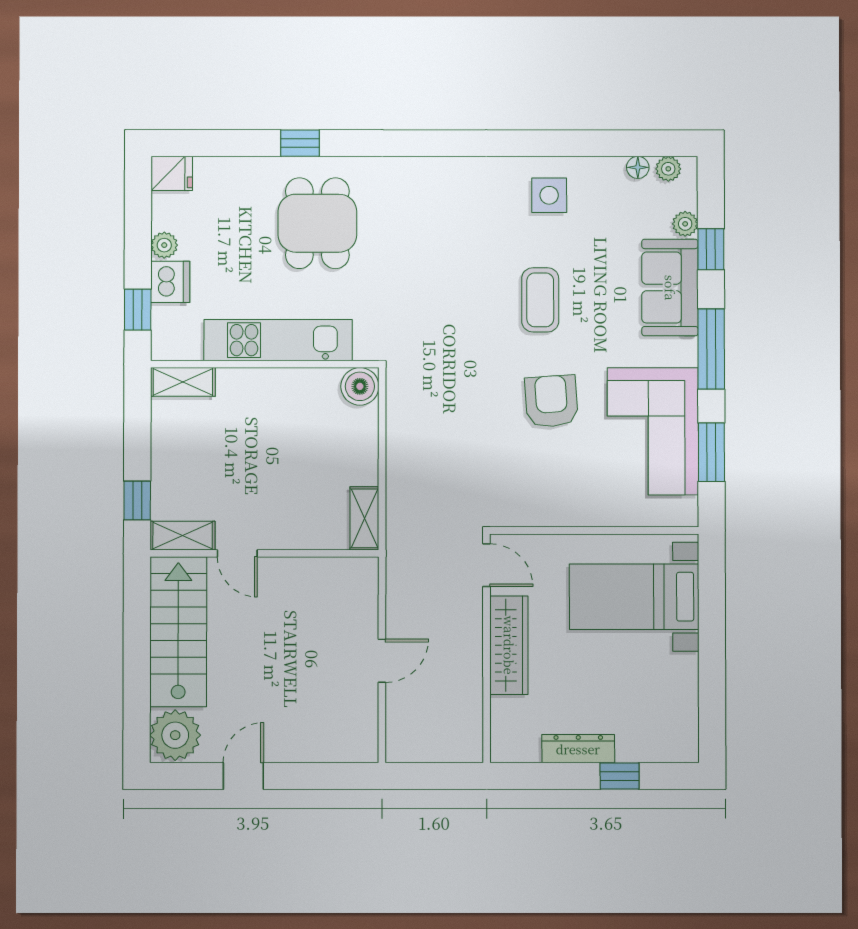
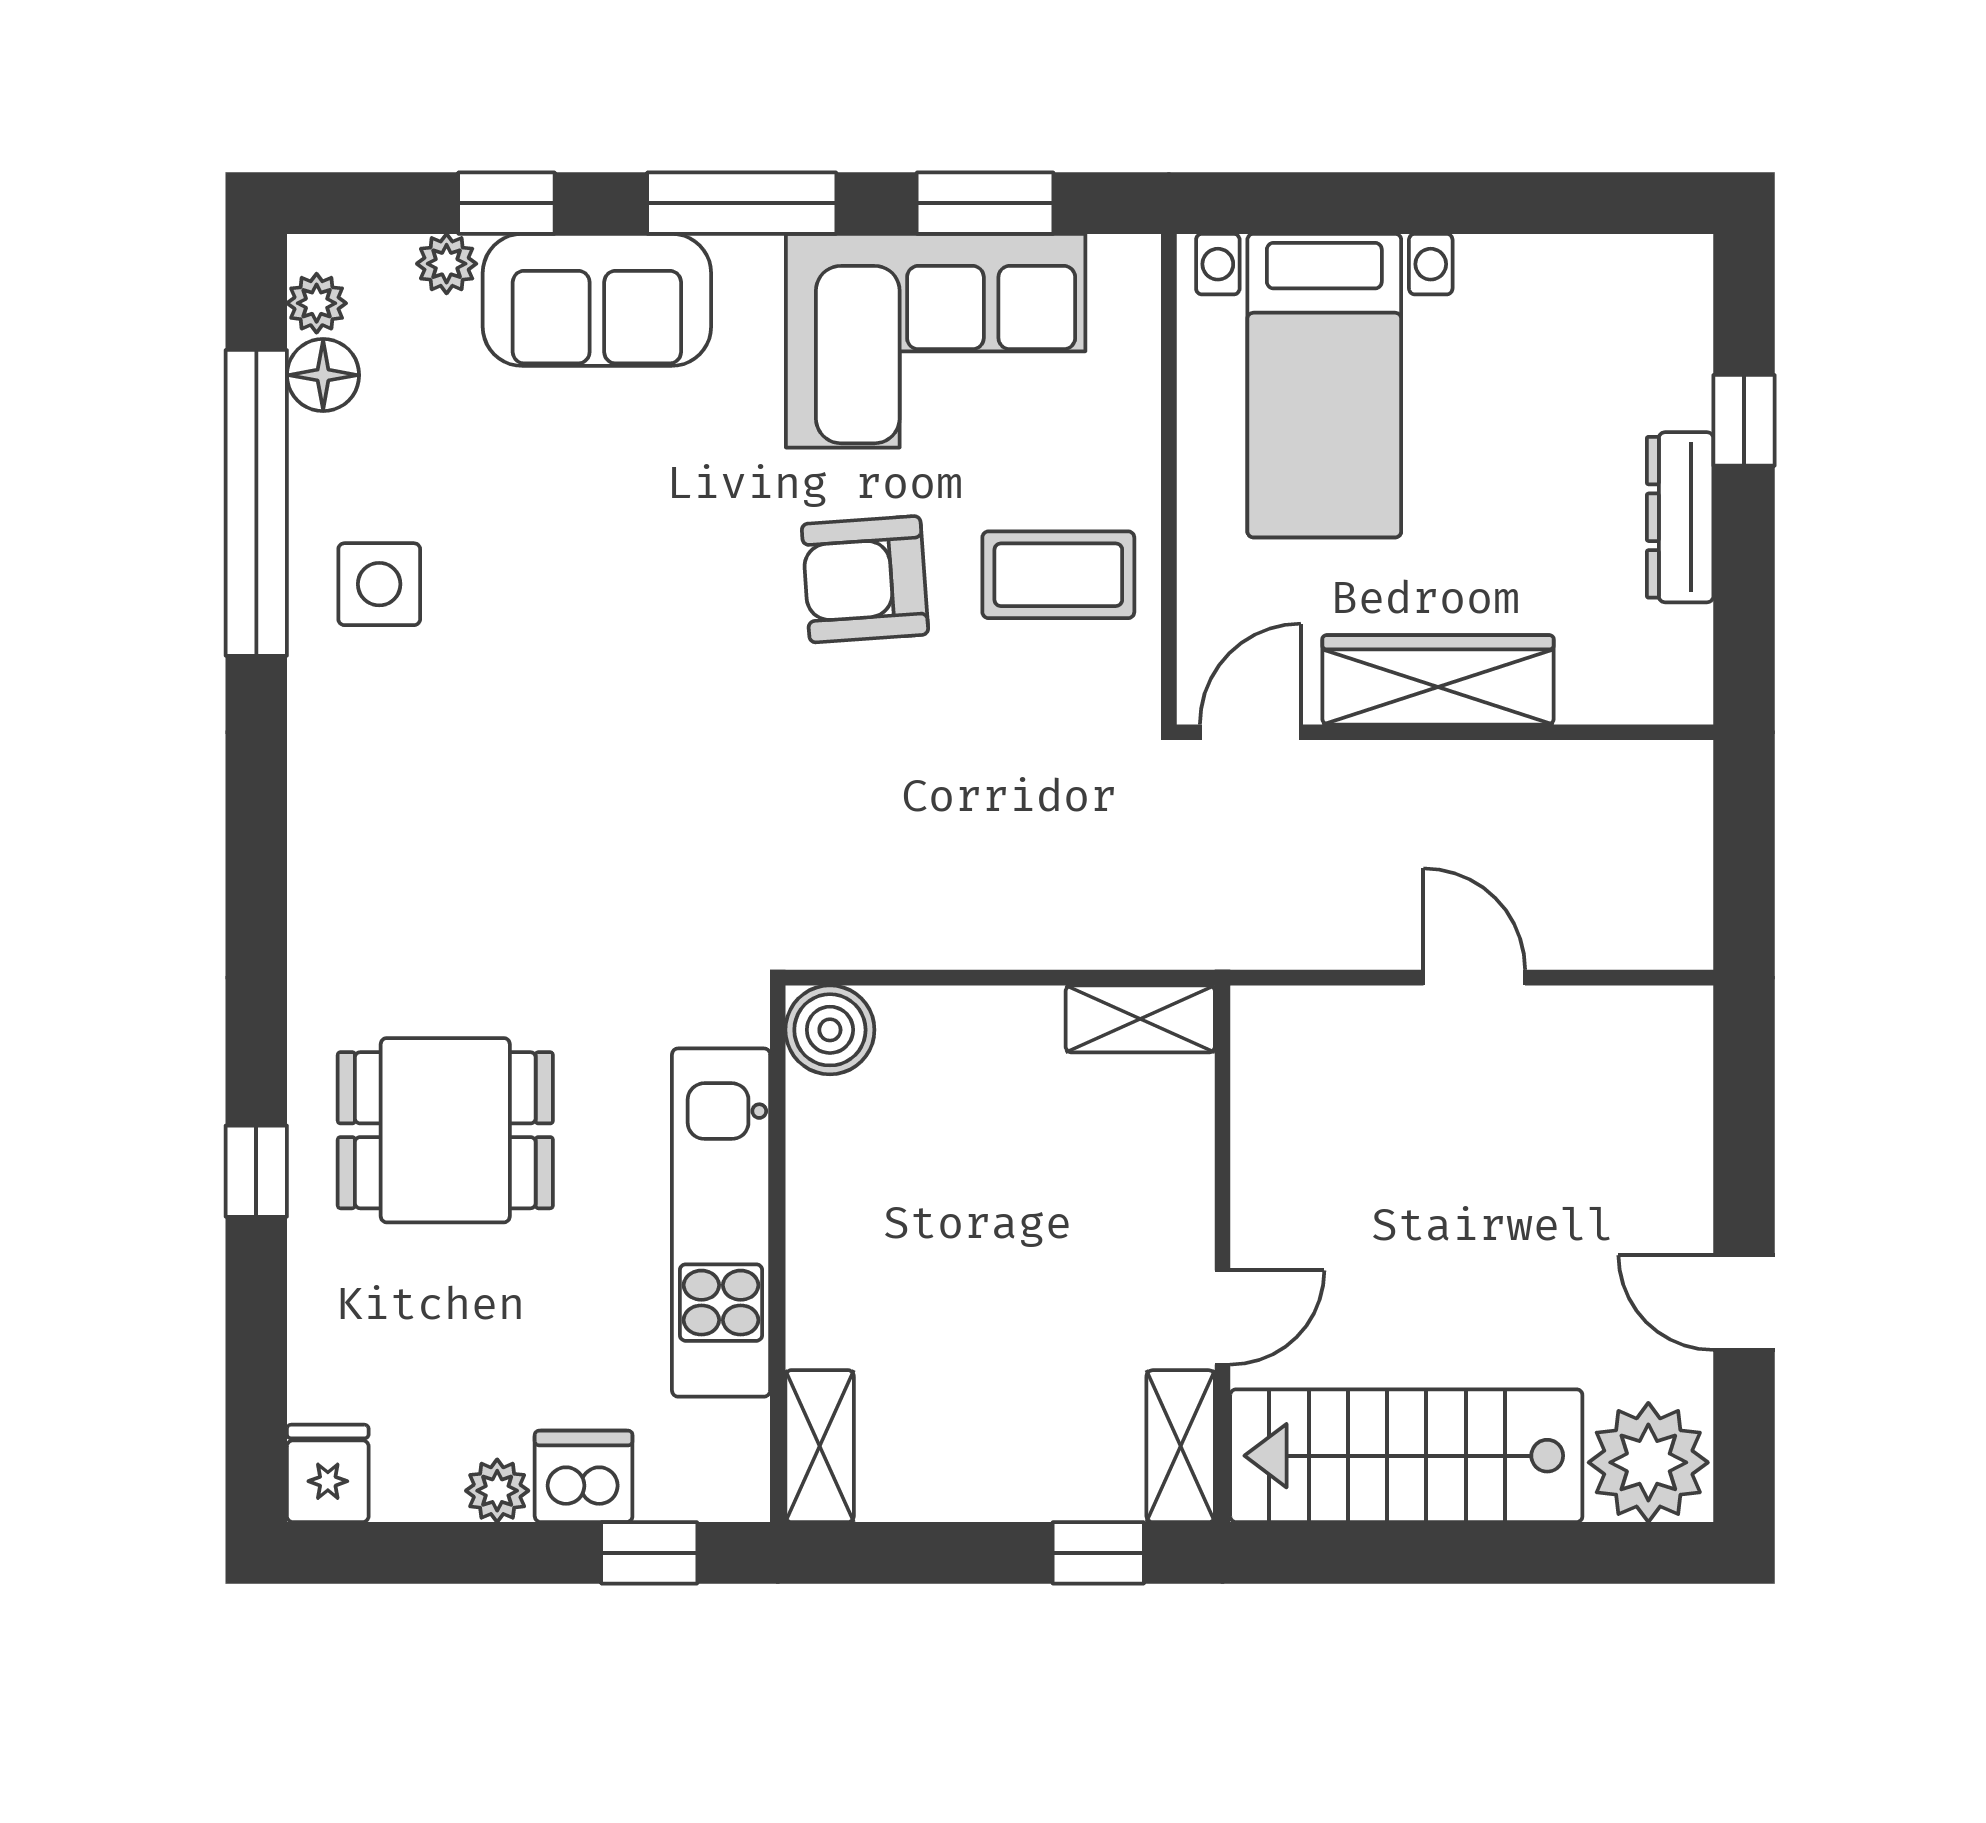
window: (584, 143) -> (256, 503), added
floor lamp: (638, 167) -> (323, 375), width x1.37, depth x1.37
coffee table: (540, 300) -> (1058, 575), moved

